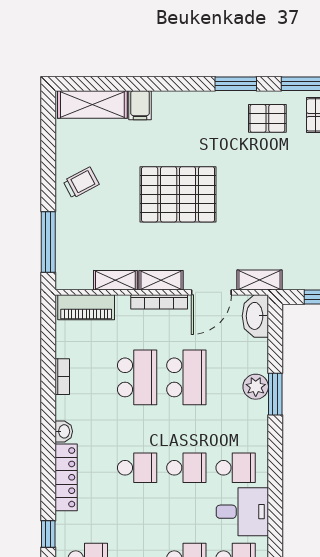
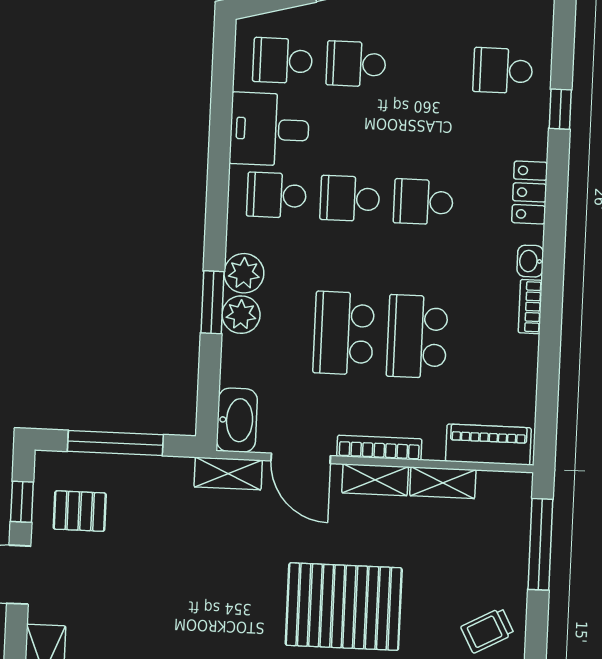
door: (211, 292) -> (301, 458), swing flipped
bookcase: (62, 377) -> (530, 307), moved
plant: (255, 415) -> (244, 273), added
locker: (66, 477) -> (530, 192), width x0.66

